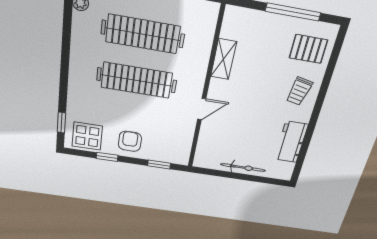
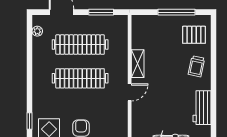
shelving: (224, 59) -> (138, 64), moved

